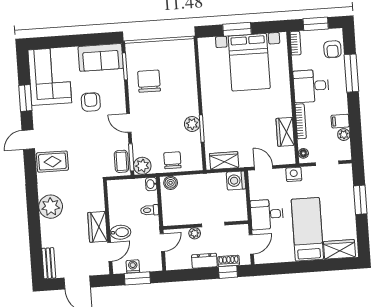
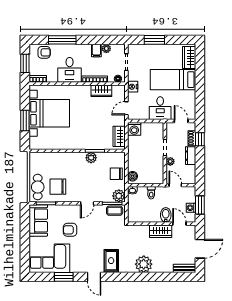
cafe table: (147, 53) -> (38, 187), added

